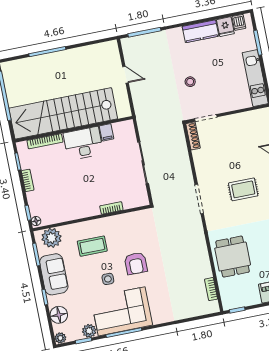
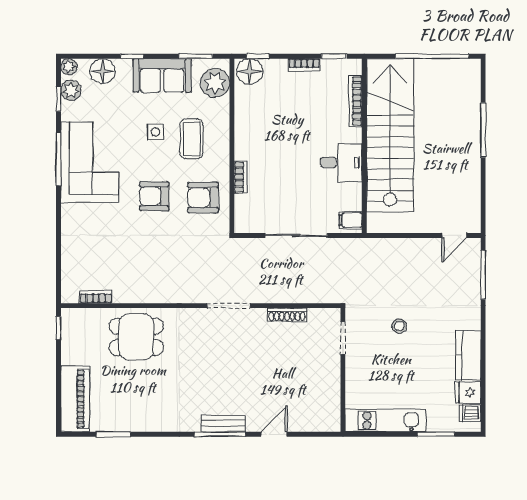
door: (125, 75) -> (454, 235), moved
filing cabinet: (107, 132) -> (350, 220), moved
shoe rack: (193, 136) -> (287, 315), moved
desk: (83, 143) -> (341, 162), width x0.73
rug: (243, 189) -> (230, 371), removed
floor lamp: (36, 221) -> (250, 71), width x1.89, depth x1.89
armchair: (130, 231) -> (203, 198), added
side table: (108, 279) -> (155, 132), moved
plant: (89, 331) -> (71, 90), moved

